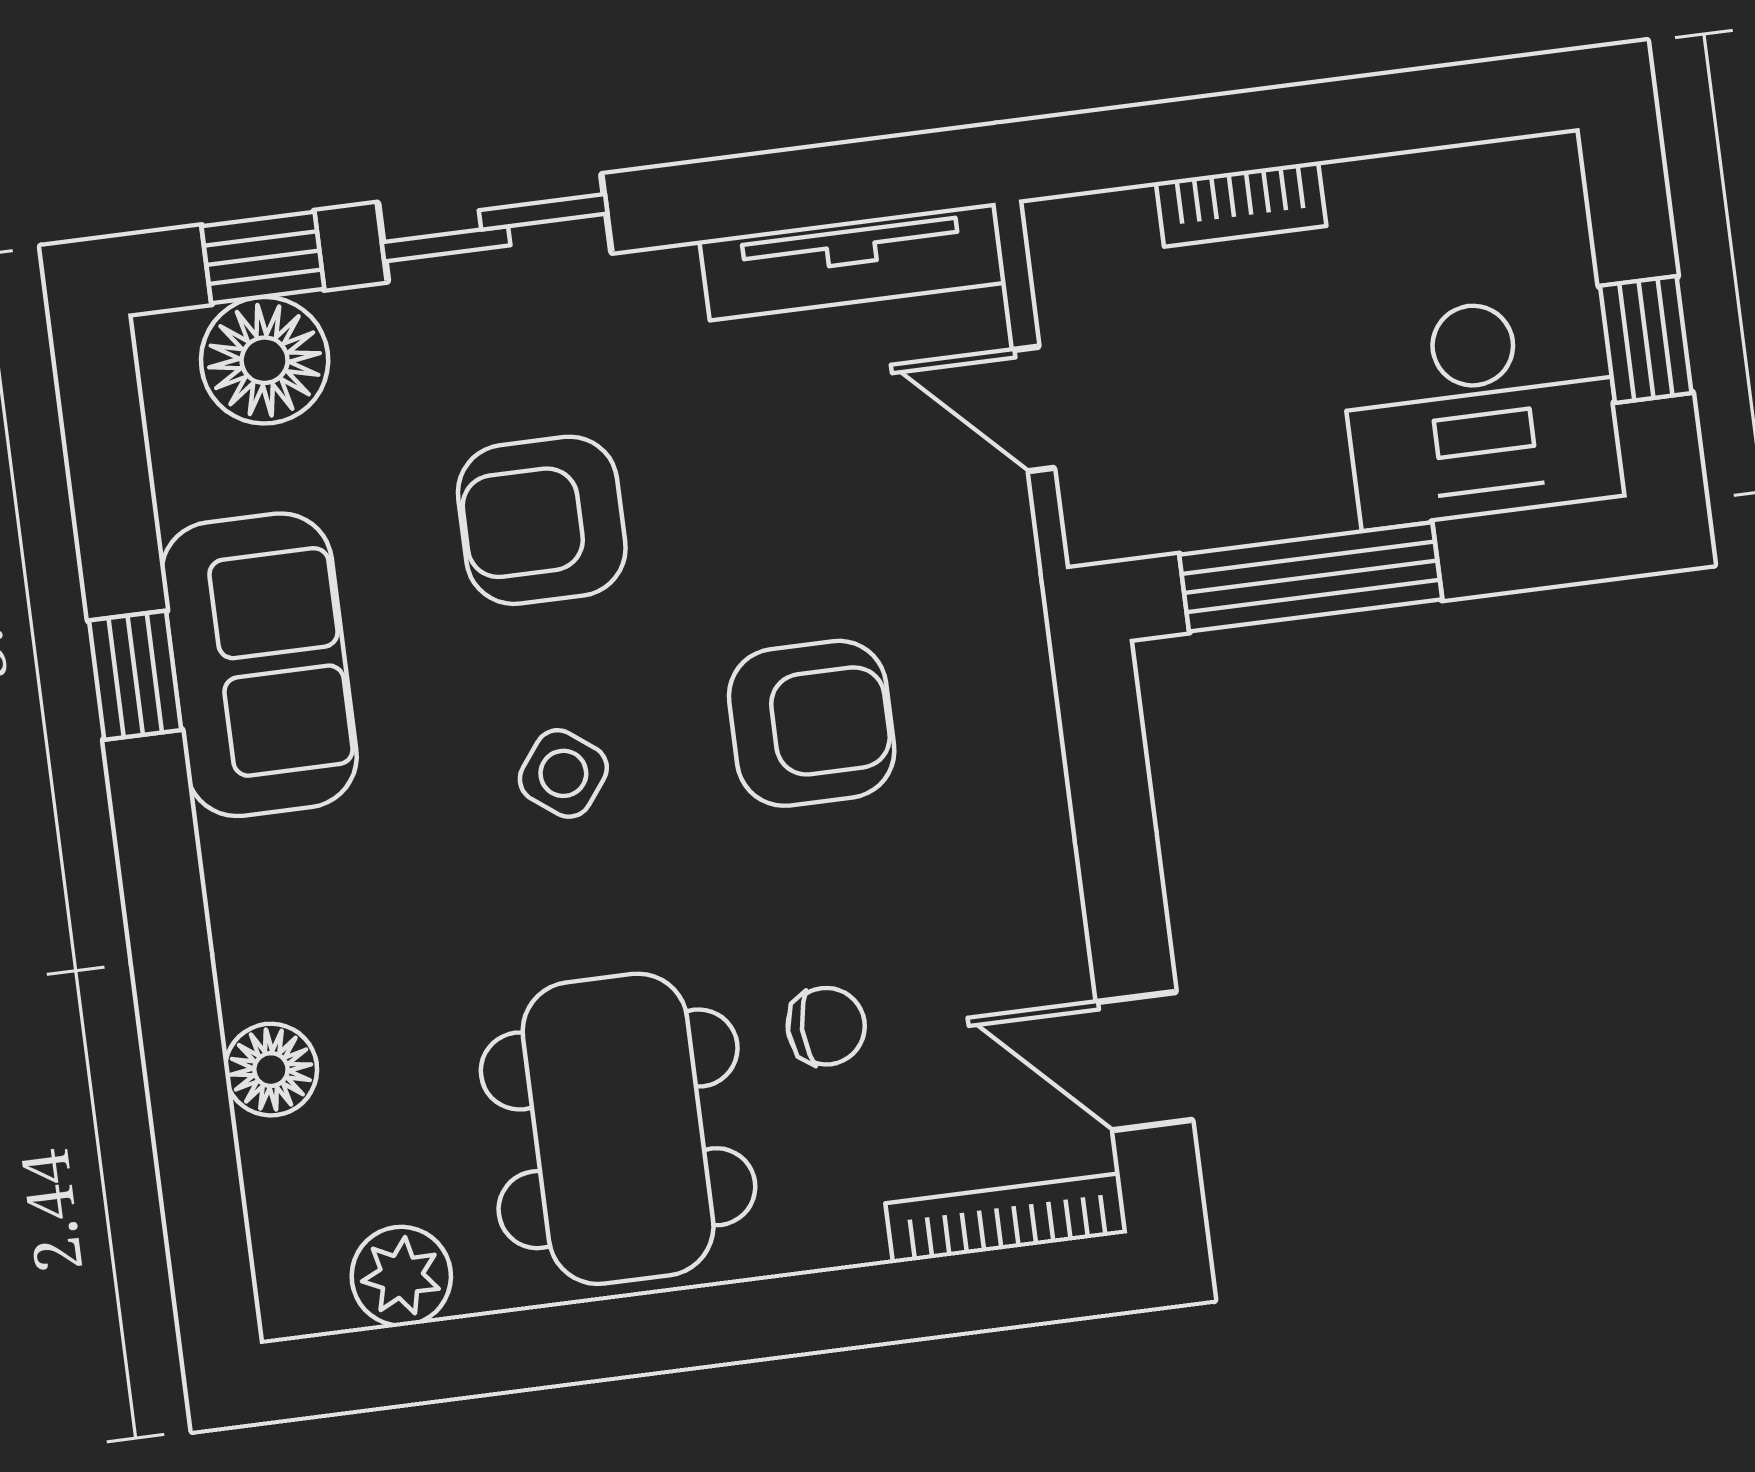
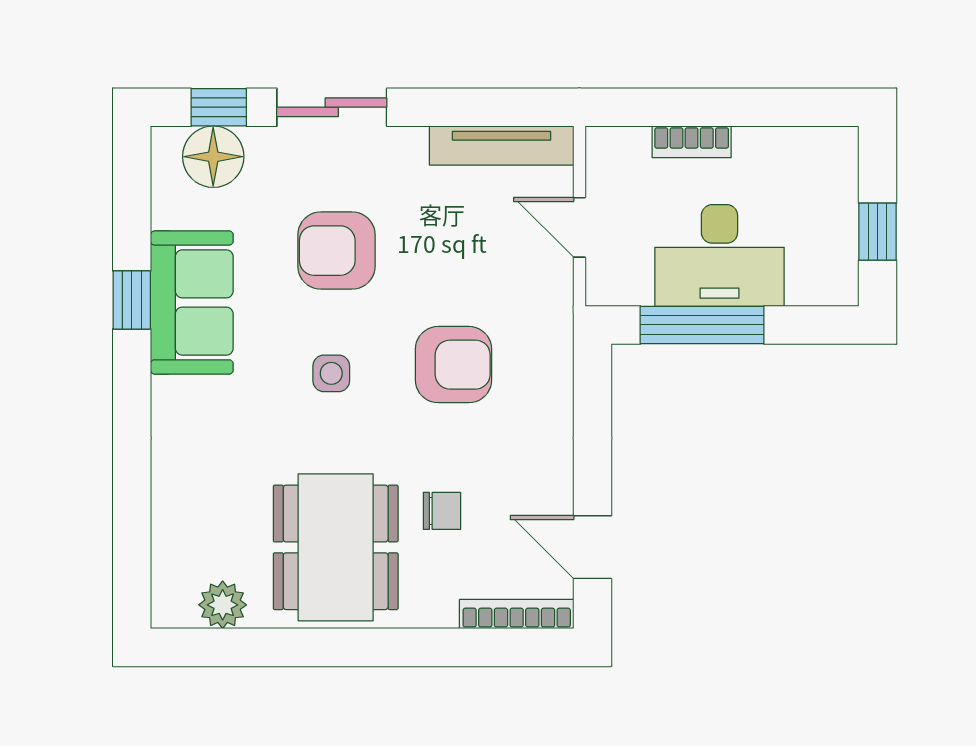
desk: (1481, 410) -> (719, 255), moved
side table: (563, 773) -> (331, 373), turned -37
floor lamp: (271, 1070) -> (173, 498), removed

